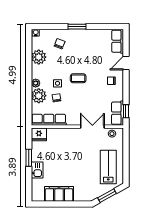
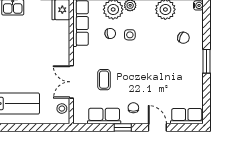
coffee table: (78, 78) -> (104, 80), moved
window: (126, 111) -> (123, 127), moved
row of seats: (118, 113) -> (104, 116), moved
double door: (92, 127) -> (71, 82), swing flipped

